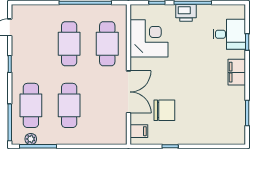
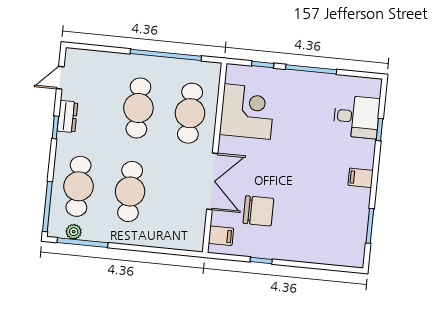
printer: (186, 13) -> (301, 82), removed
dresser: (18, 55) -> (68, 116), added
filing cabinet: (237, 72) -> (361, 178), width x0.50

